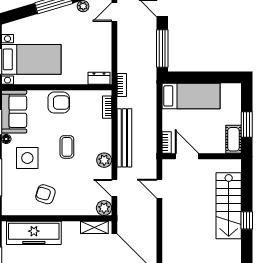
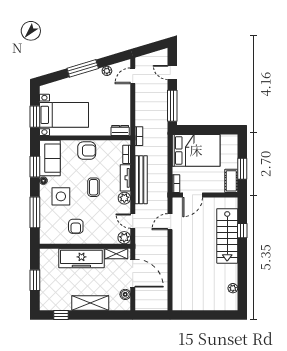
bed: (191, 96) -> (196, 150), width x1.50
tv unit: (105, 136) -> (125, 178), added
door: (187, 156) -> (193, 195), swing flipped
door: (159, 189) -> (170, 222), hinge flipped
armchair: (45, 194) -> (76, 226), turned -108
window: (247, 220) -> (242, 231), moved
freezer: (34, 233) -> (81, 258), moved

